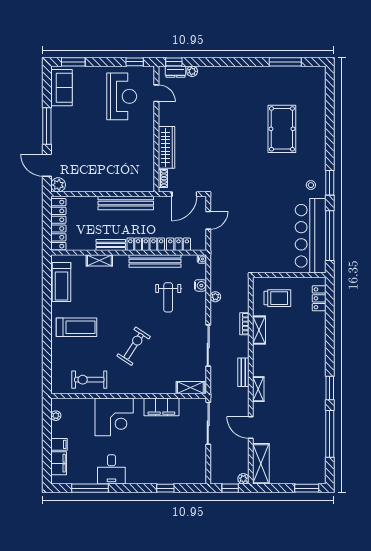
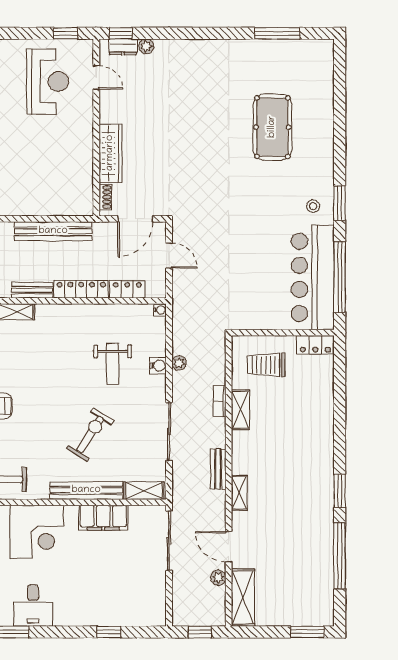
door: (208, 220) -> (169, 256), hinge flipped
bench: (155, 261) -> (86, 490), moved
water cooler: (200, 285) -> (158, 366), moved
trolley: (277, 298) -> (266, 365), turned 180
locker: (319, 298) -> (315, 345), moved, turned -90
exercise bike: (134, 346) -> (90, 435), moved
plant: (243, 479) -> (218, 578), moved

